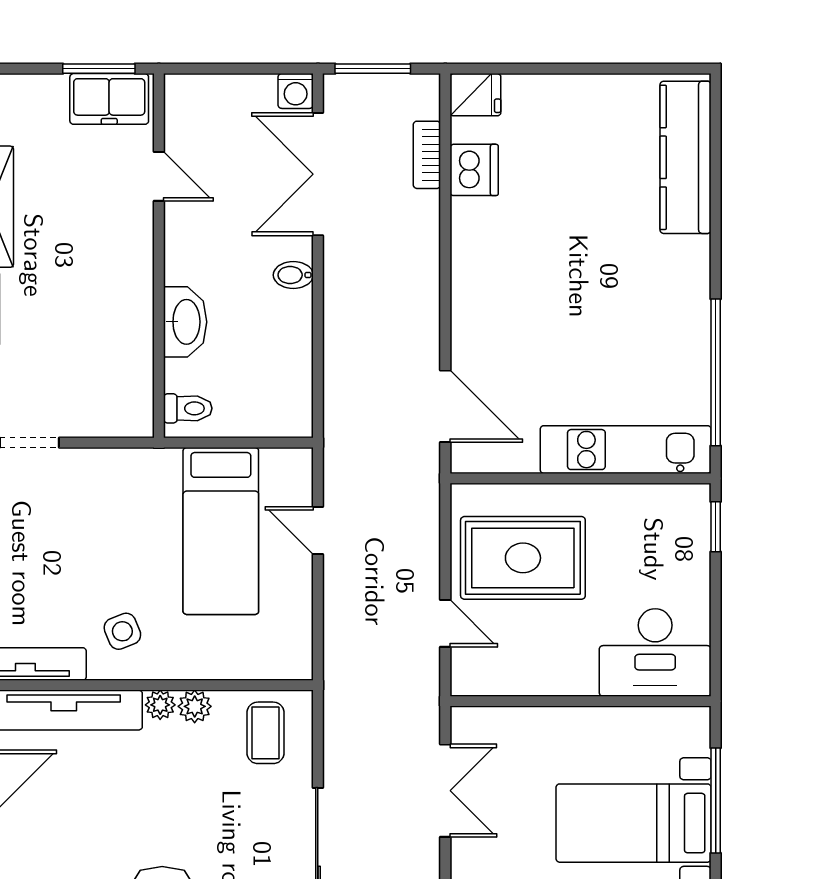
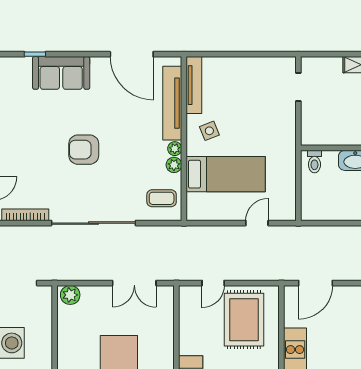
bed: (221, 531) -> (226, 174), moved, turned 180

